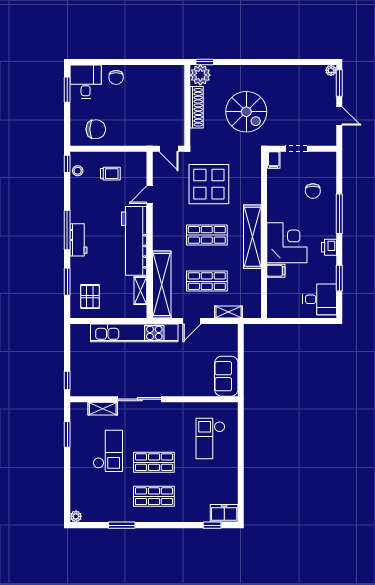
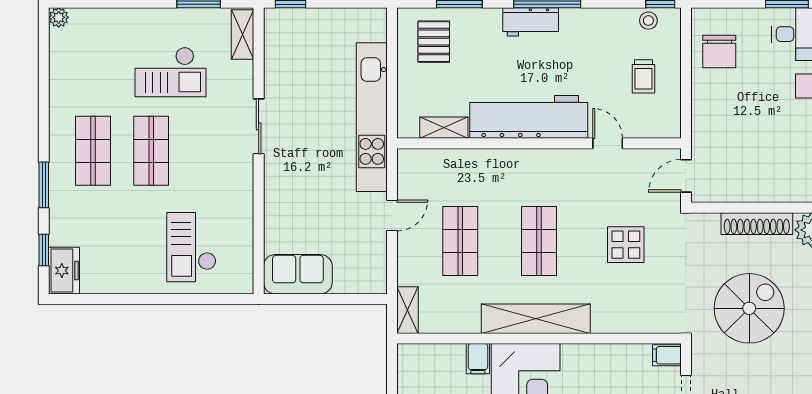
spiral stairs: (246, 112) -> (749, 308), turned 180
display table: (209, 184) -> (626, 245), width x0.54, depth x0.54
shelving: (162, 284) -> (454, 164), removed
pallet: (90, 297) -> (434, 42), turned 90
shelving: (228, 312) -> (408, 310), moved
door: (192, 321) -> (392, 215), swing flipped
sliding door: (140, 399) -> (259, 126), width x0.73
shelving: (103, 409) -> (243, 34), moved
checkout: (210, 439) -> (191, 247), turned -90
window: (122, 525) -> (44, 185), moved

